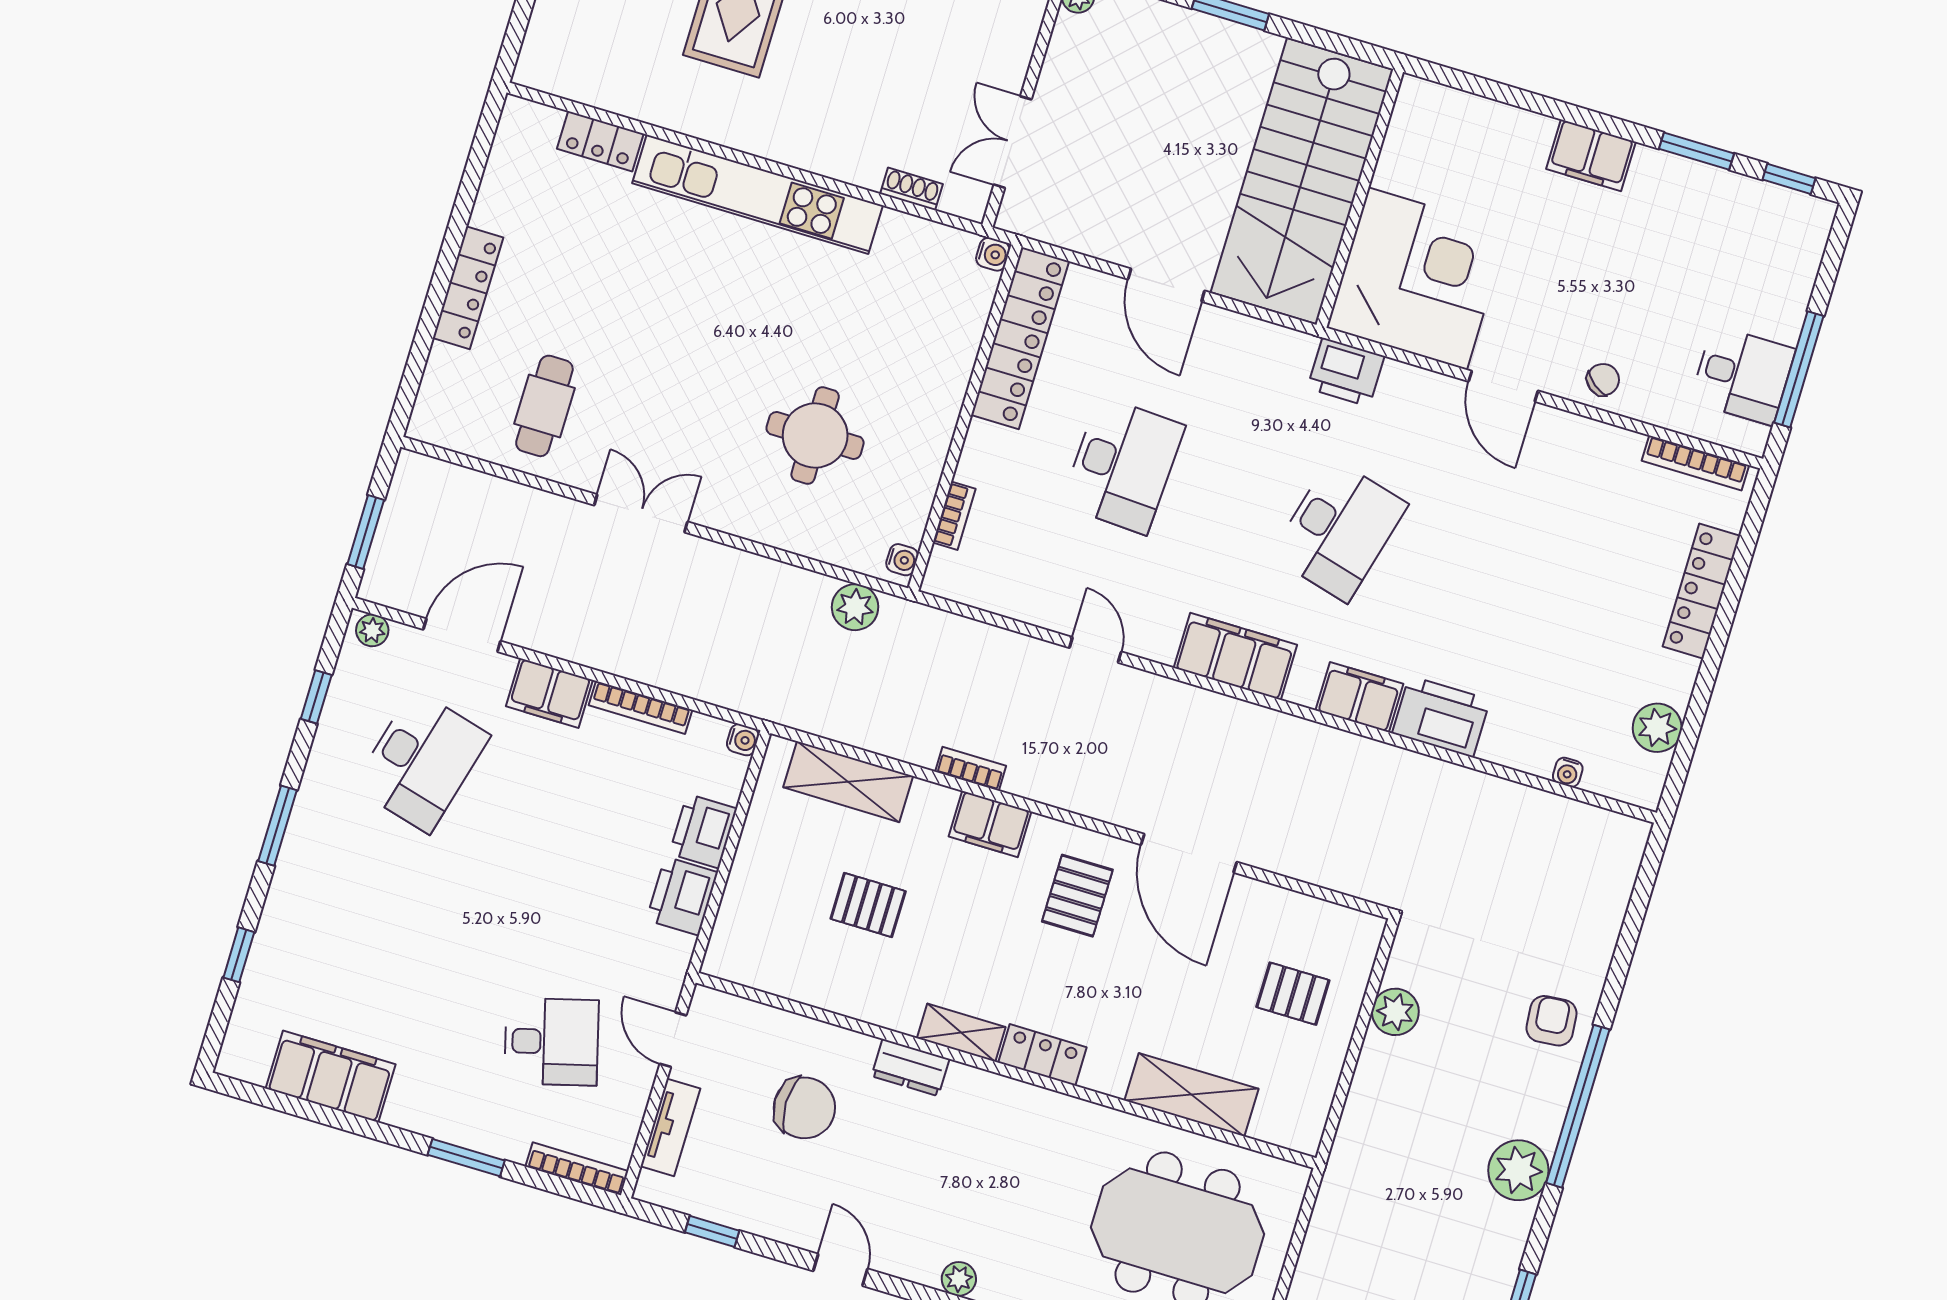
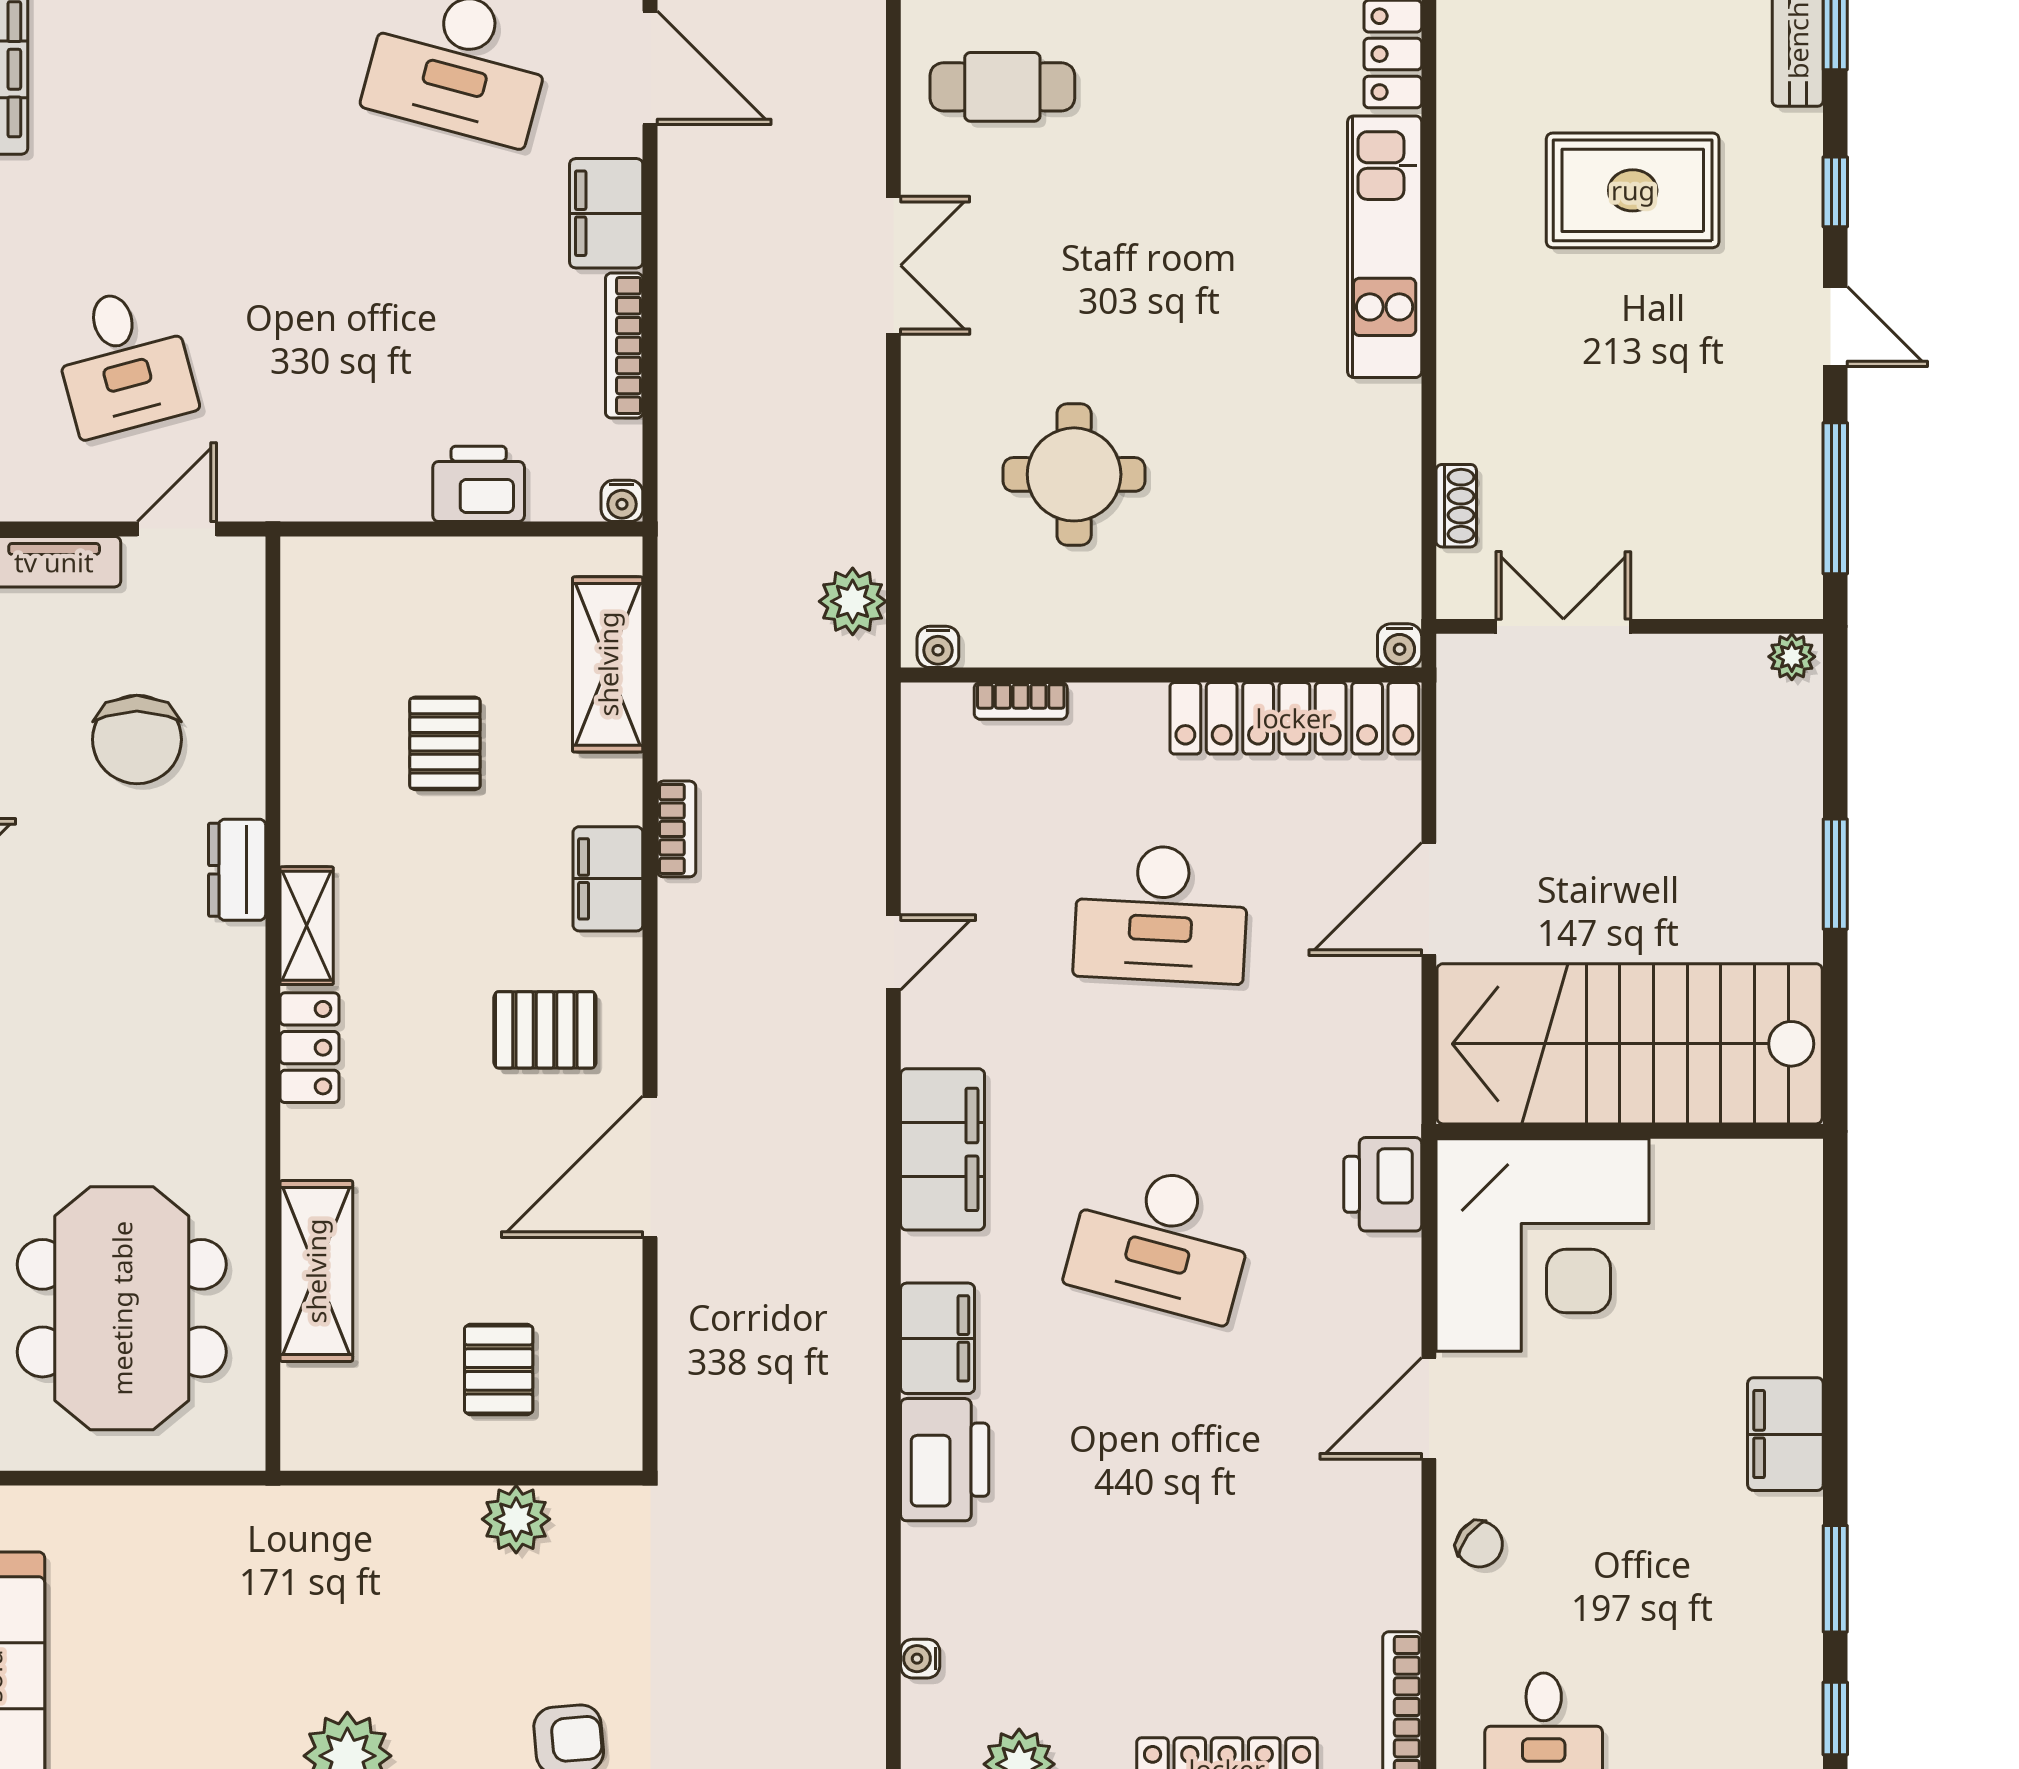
kitchen unit: (757, 194) -> (1385, 247), width x0.73
printer: (682, 896) -> (380, 482), removed

